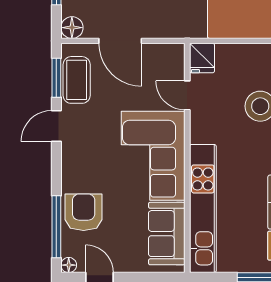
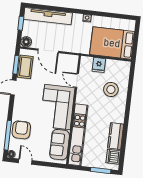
fridge: (202, 58) -> (99, 65), moved

